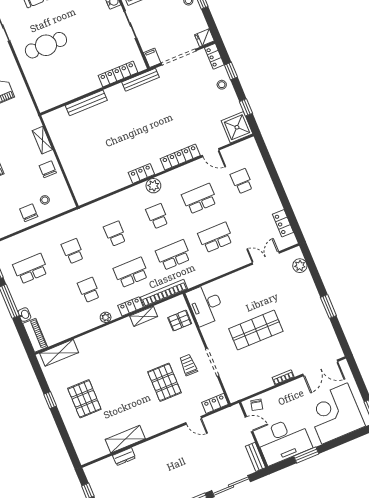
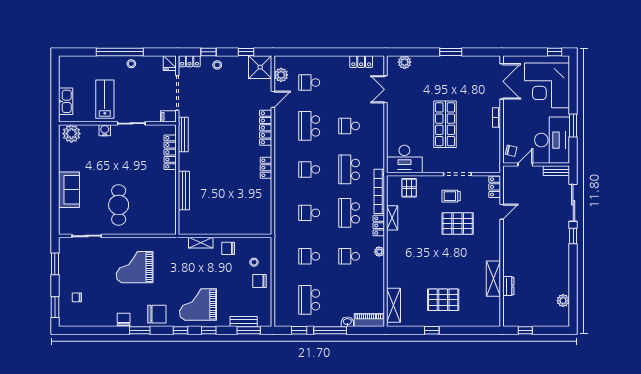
plant: (153, 186) -> (281, 75), moved
school desk: (216, 237) -> (349, 126), width x0.54

